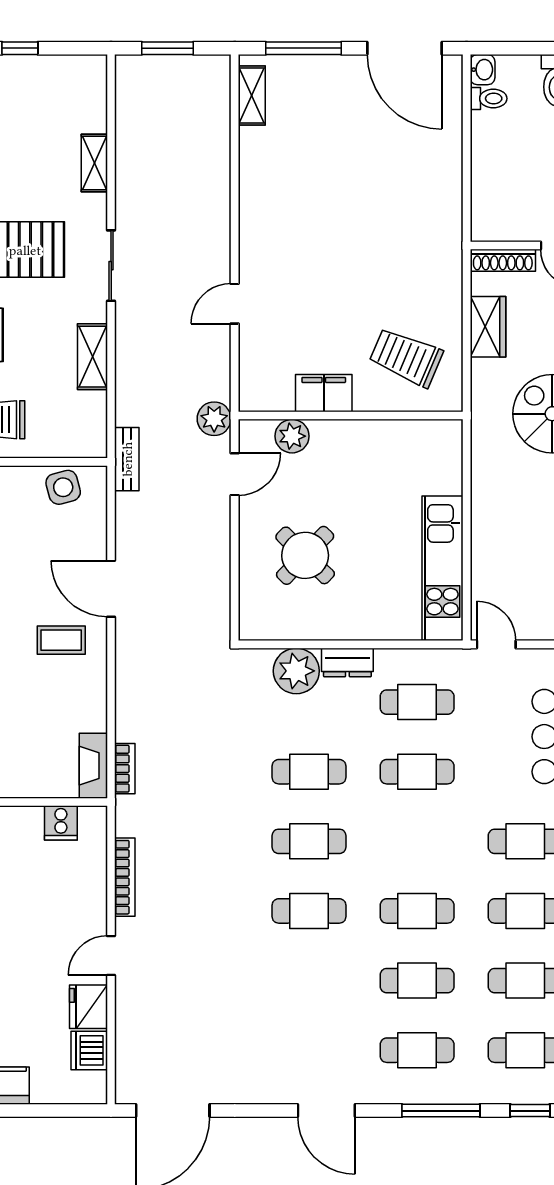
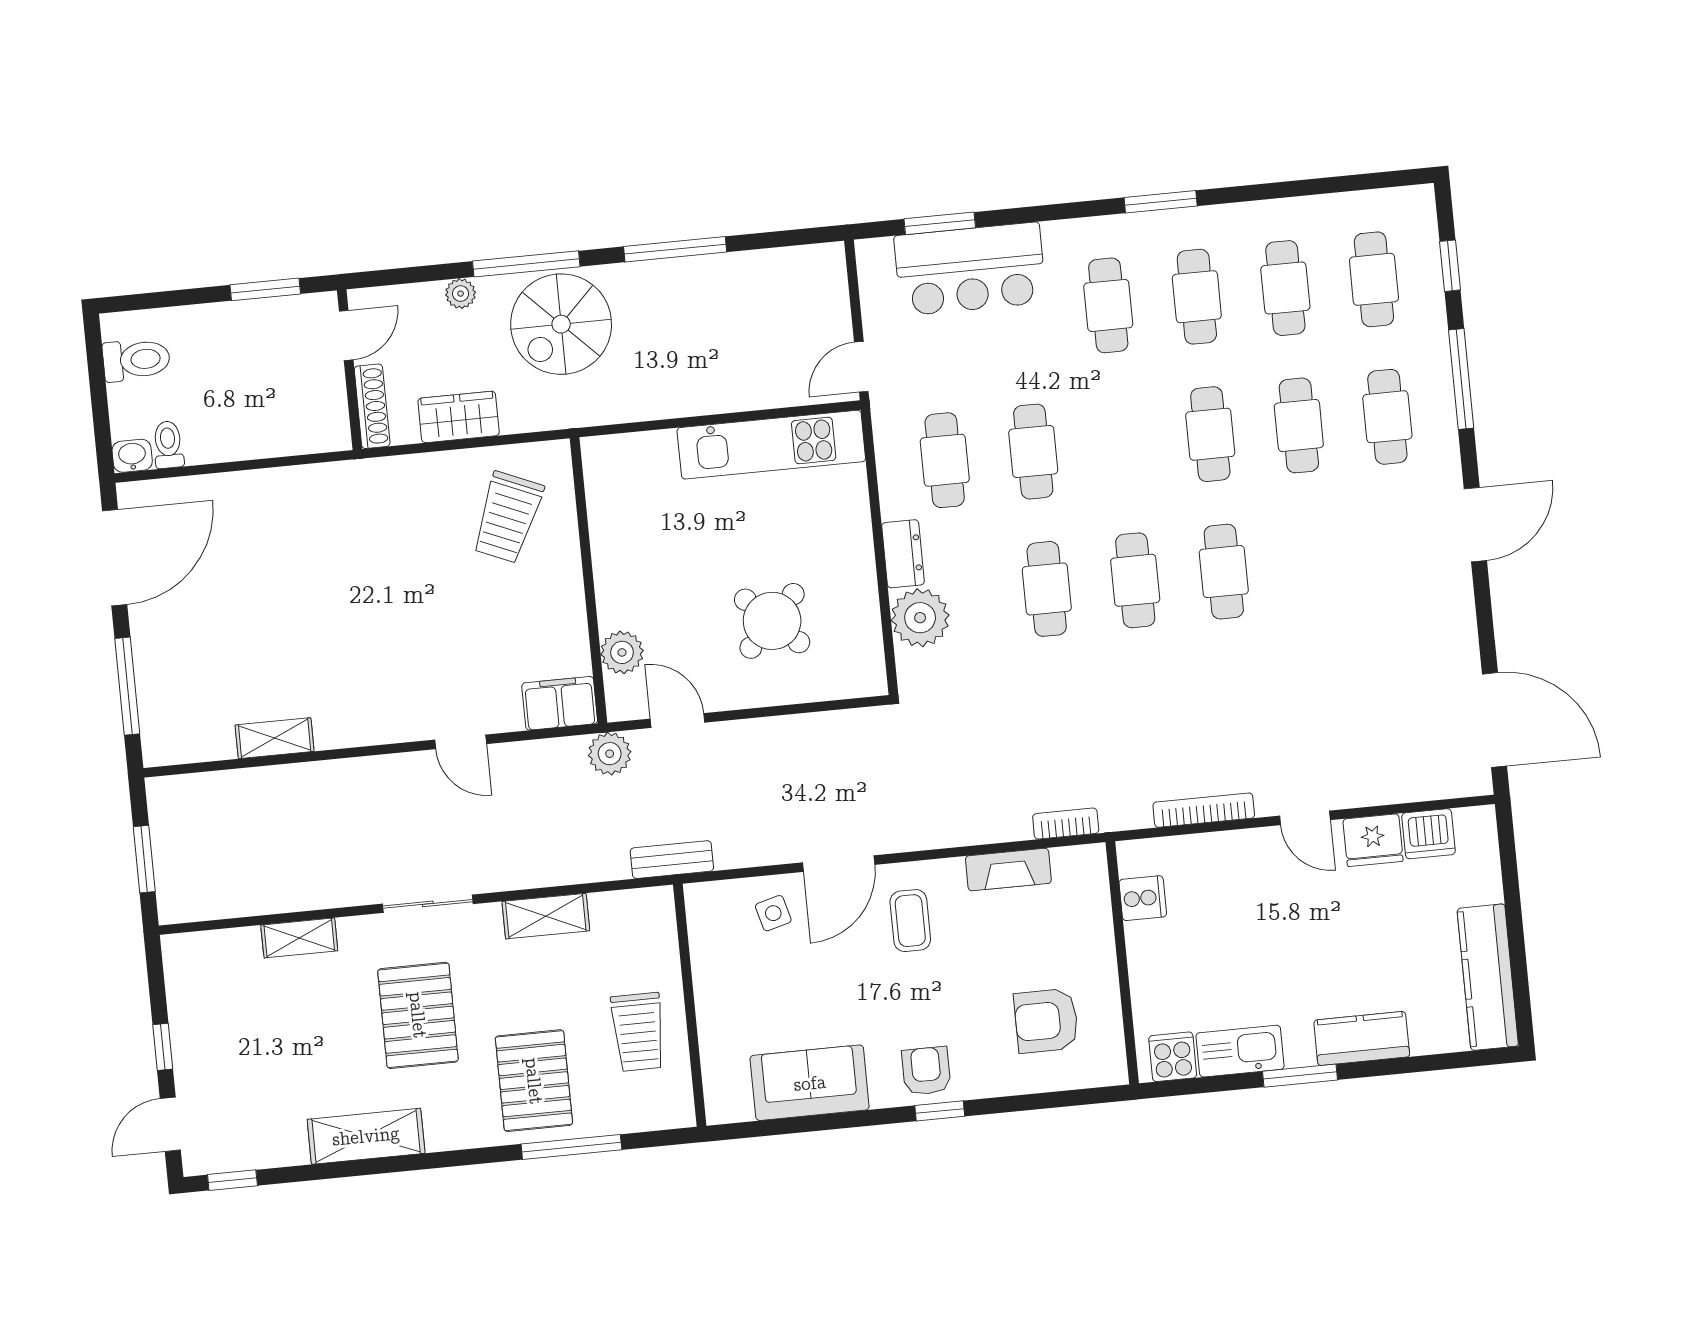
shelving: (252, 95) -> (275, 738), moved
filing cabinet: (324, 393) -> (560, 703), moved, turned 90
side table: (63, 487) -> (773, 913), moved, width x0.73, depth x0.73
fireplace: (93, 766) -> (1008, 870), moved

